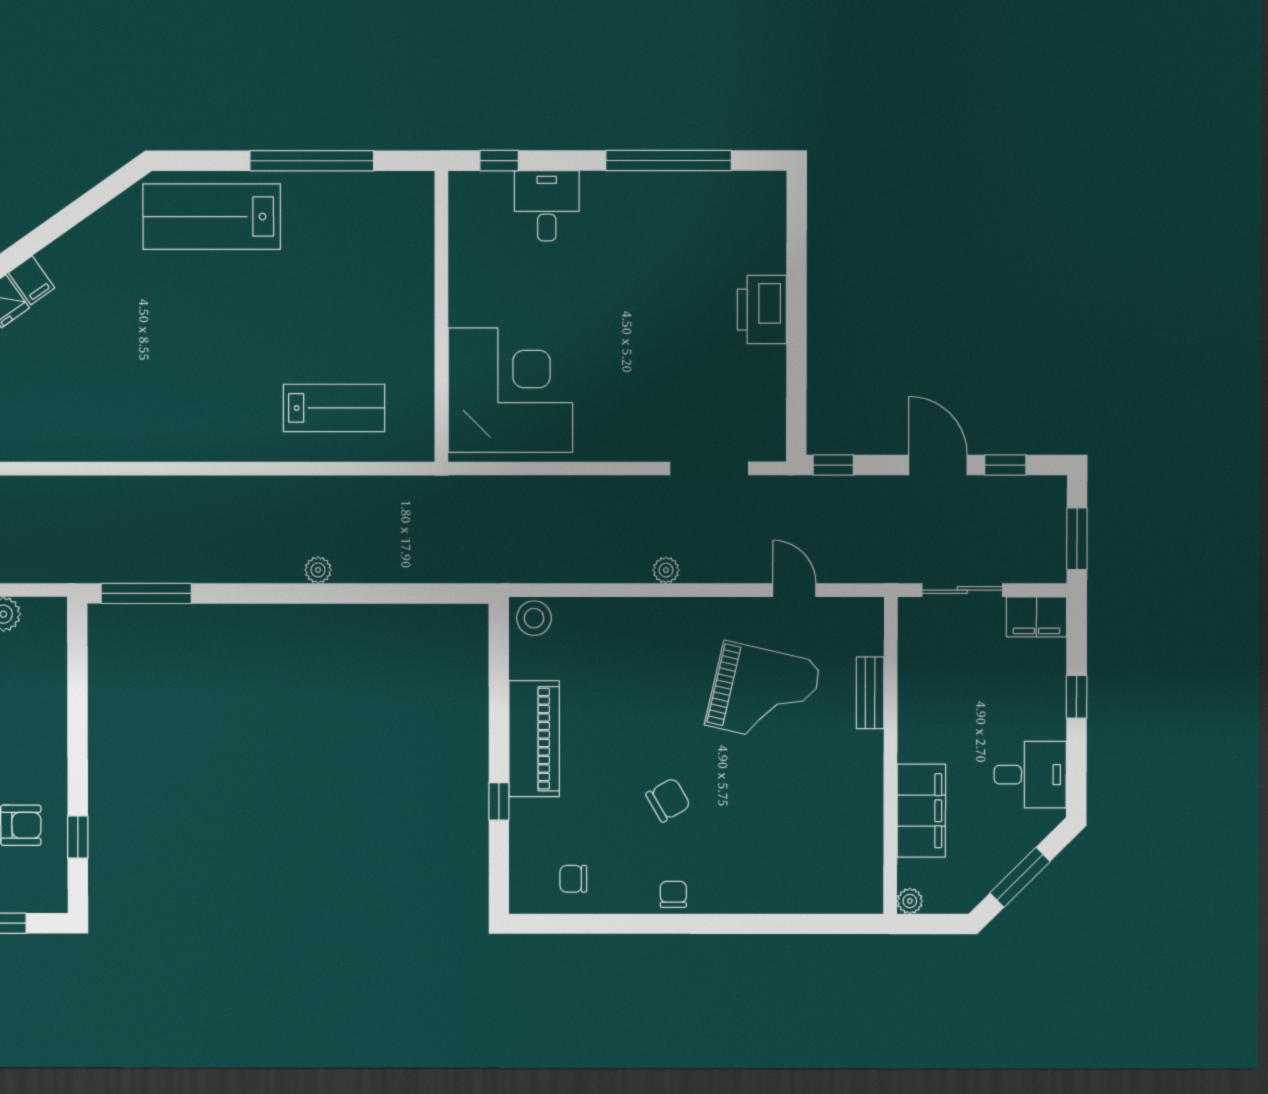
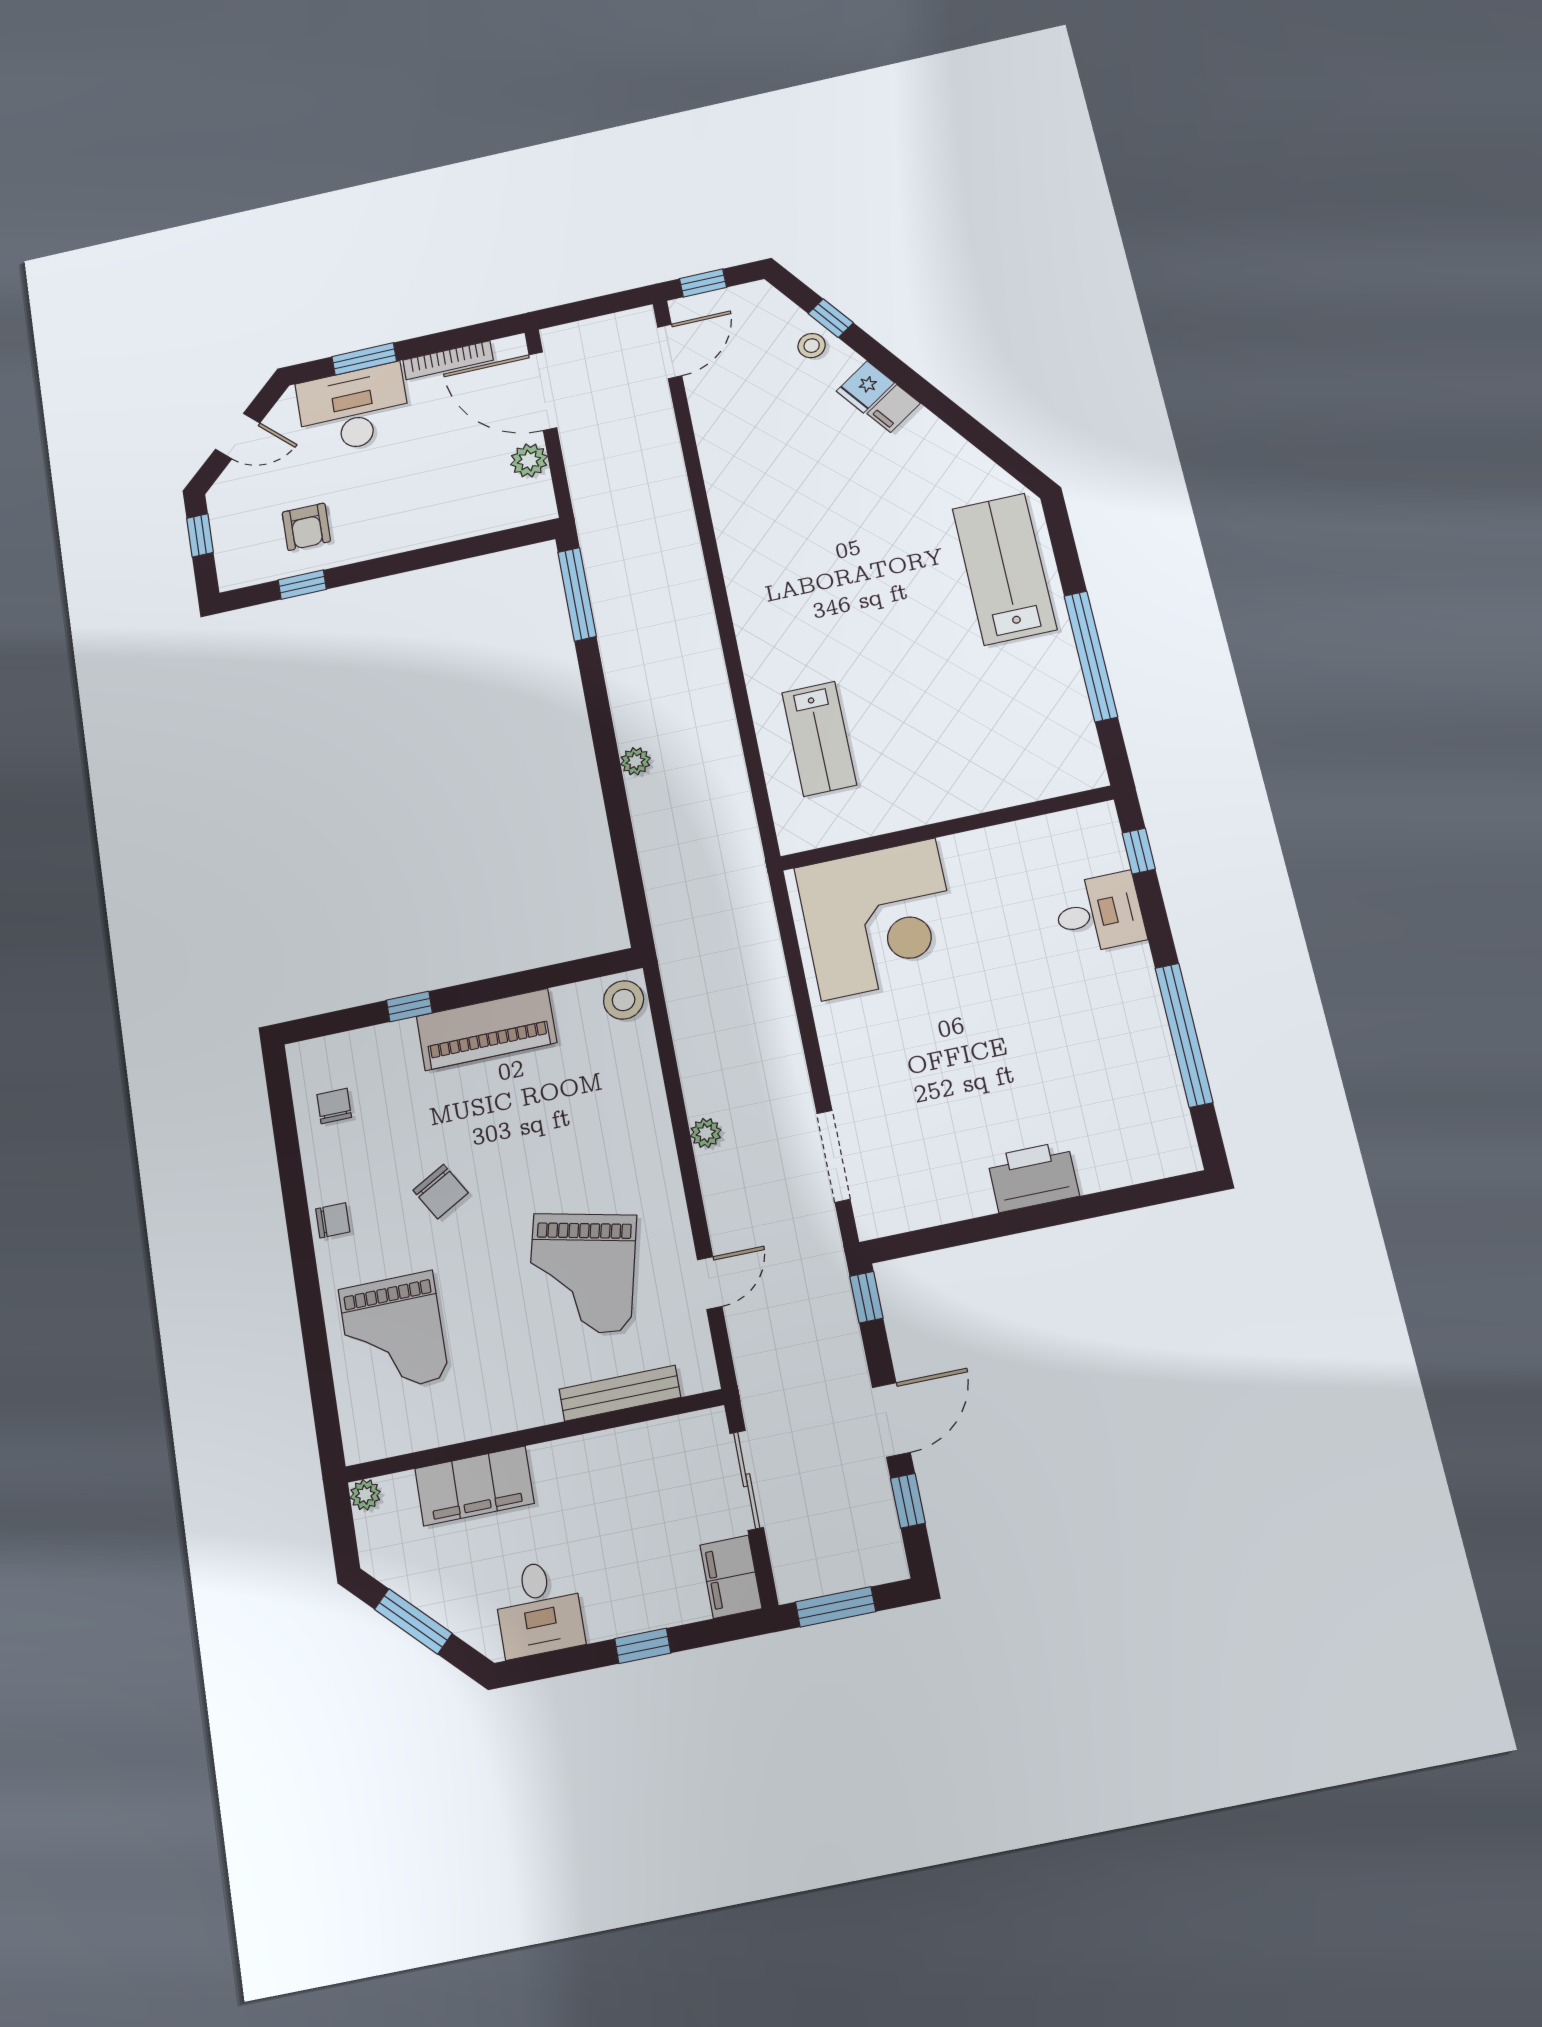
bench: (870, 693) -> (620, 1393), width x1.36
grand piano: (781, 858) -> (393, 1334), added

